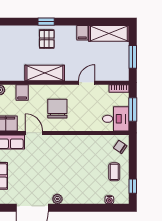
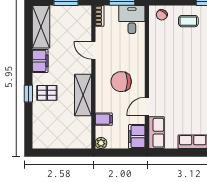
filing cabinet: (82, 33) -> (40, 61), width x2.00

